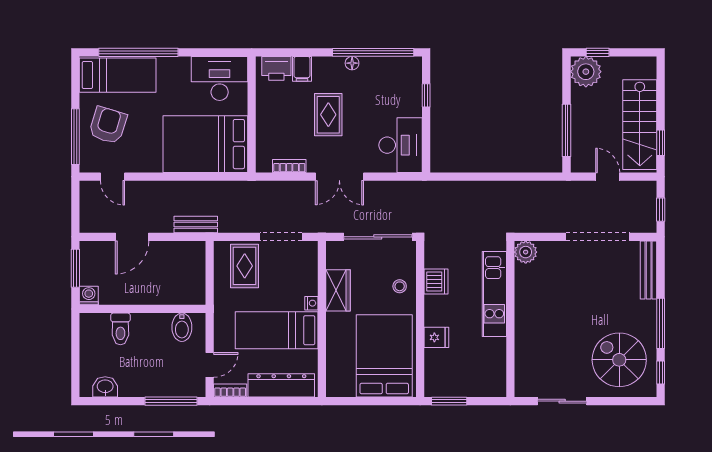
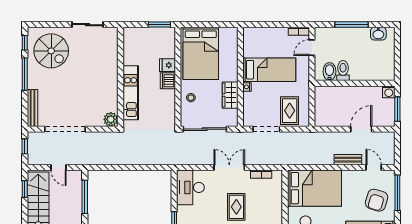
bench: (196, 224) -> (348, 160), moved
dishwasher: (436, 281) -> (168, 81), moved
toilet: (120, 329) -> (343, 71), moved
dresser: (281, 385) -> (266, 35), removed
window: (171, 401) -> (351, 25), moved

